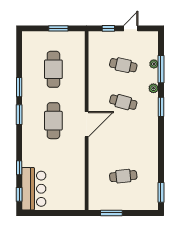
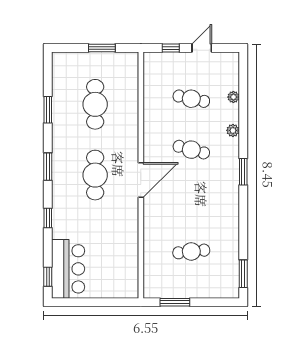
window: (161, 69) -> (243, 104), removed
window: (19, 87) -> (48, 110), moved
window: (161, 107) -> (243, 172), moved
window: (19, 168) -> (48, 218), moved

